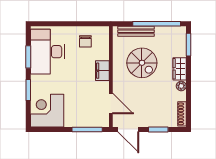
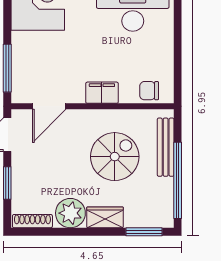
chair: (85, 41) -> (149, 91), moved
spiral stairs: (142, 63) -> (115, 157), turned 180
plant: (181, 86) -> (70, 213), width x1.87, depth x1.87

